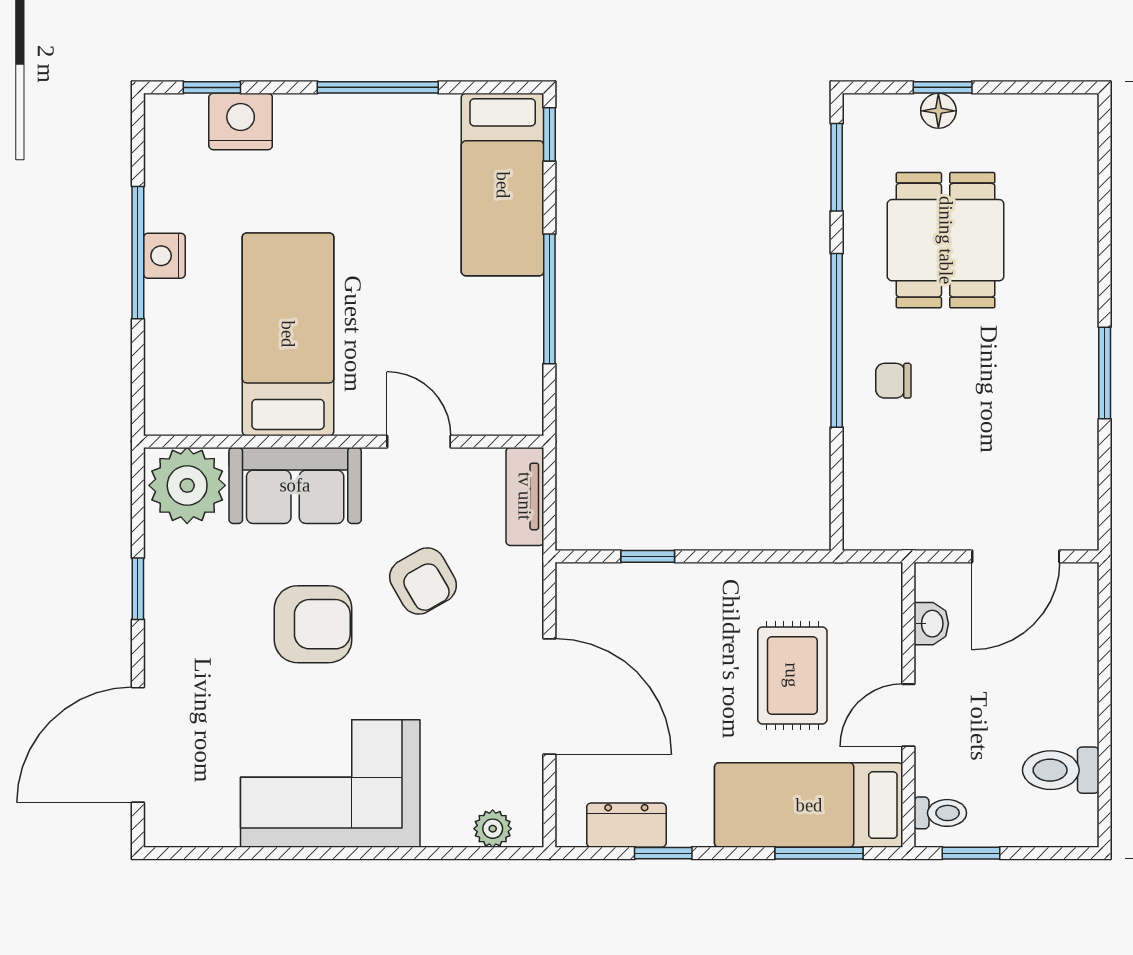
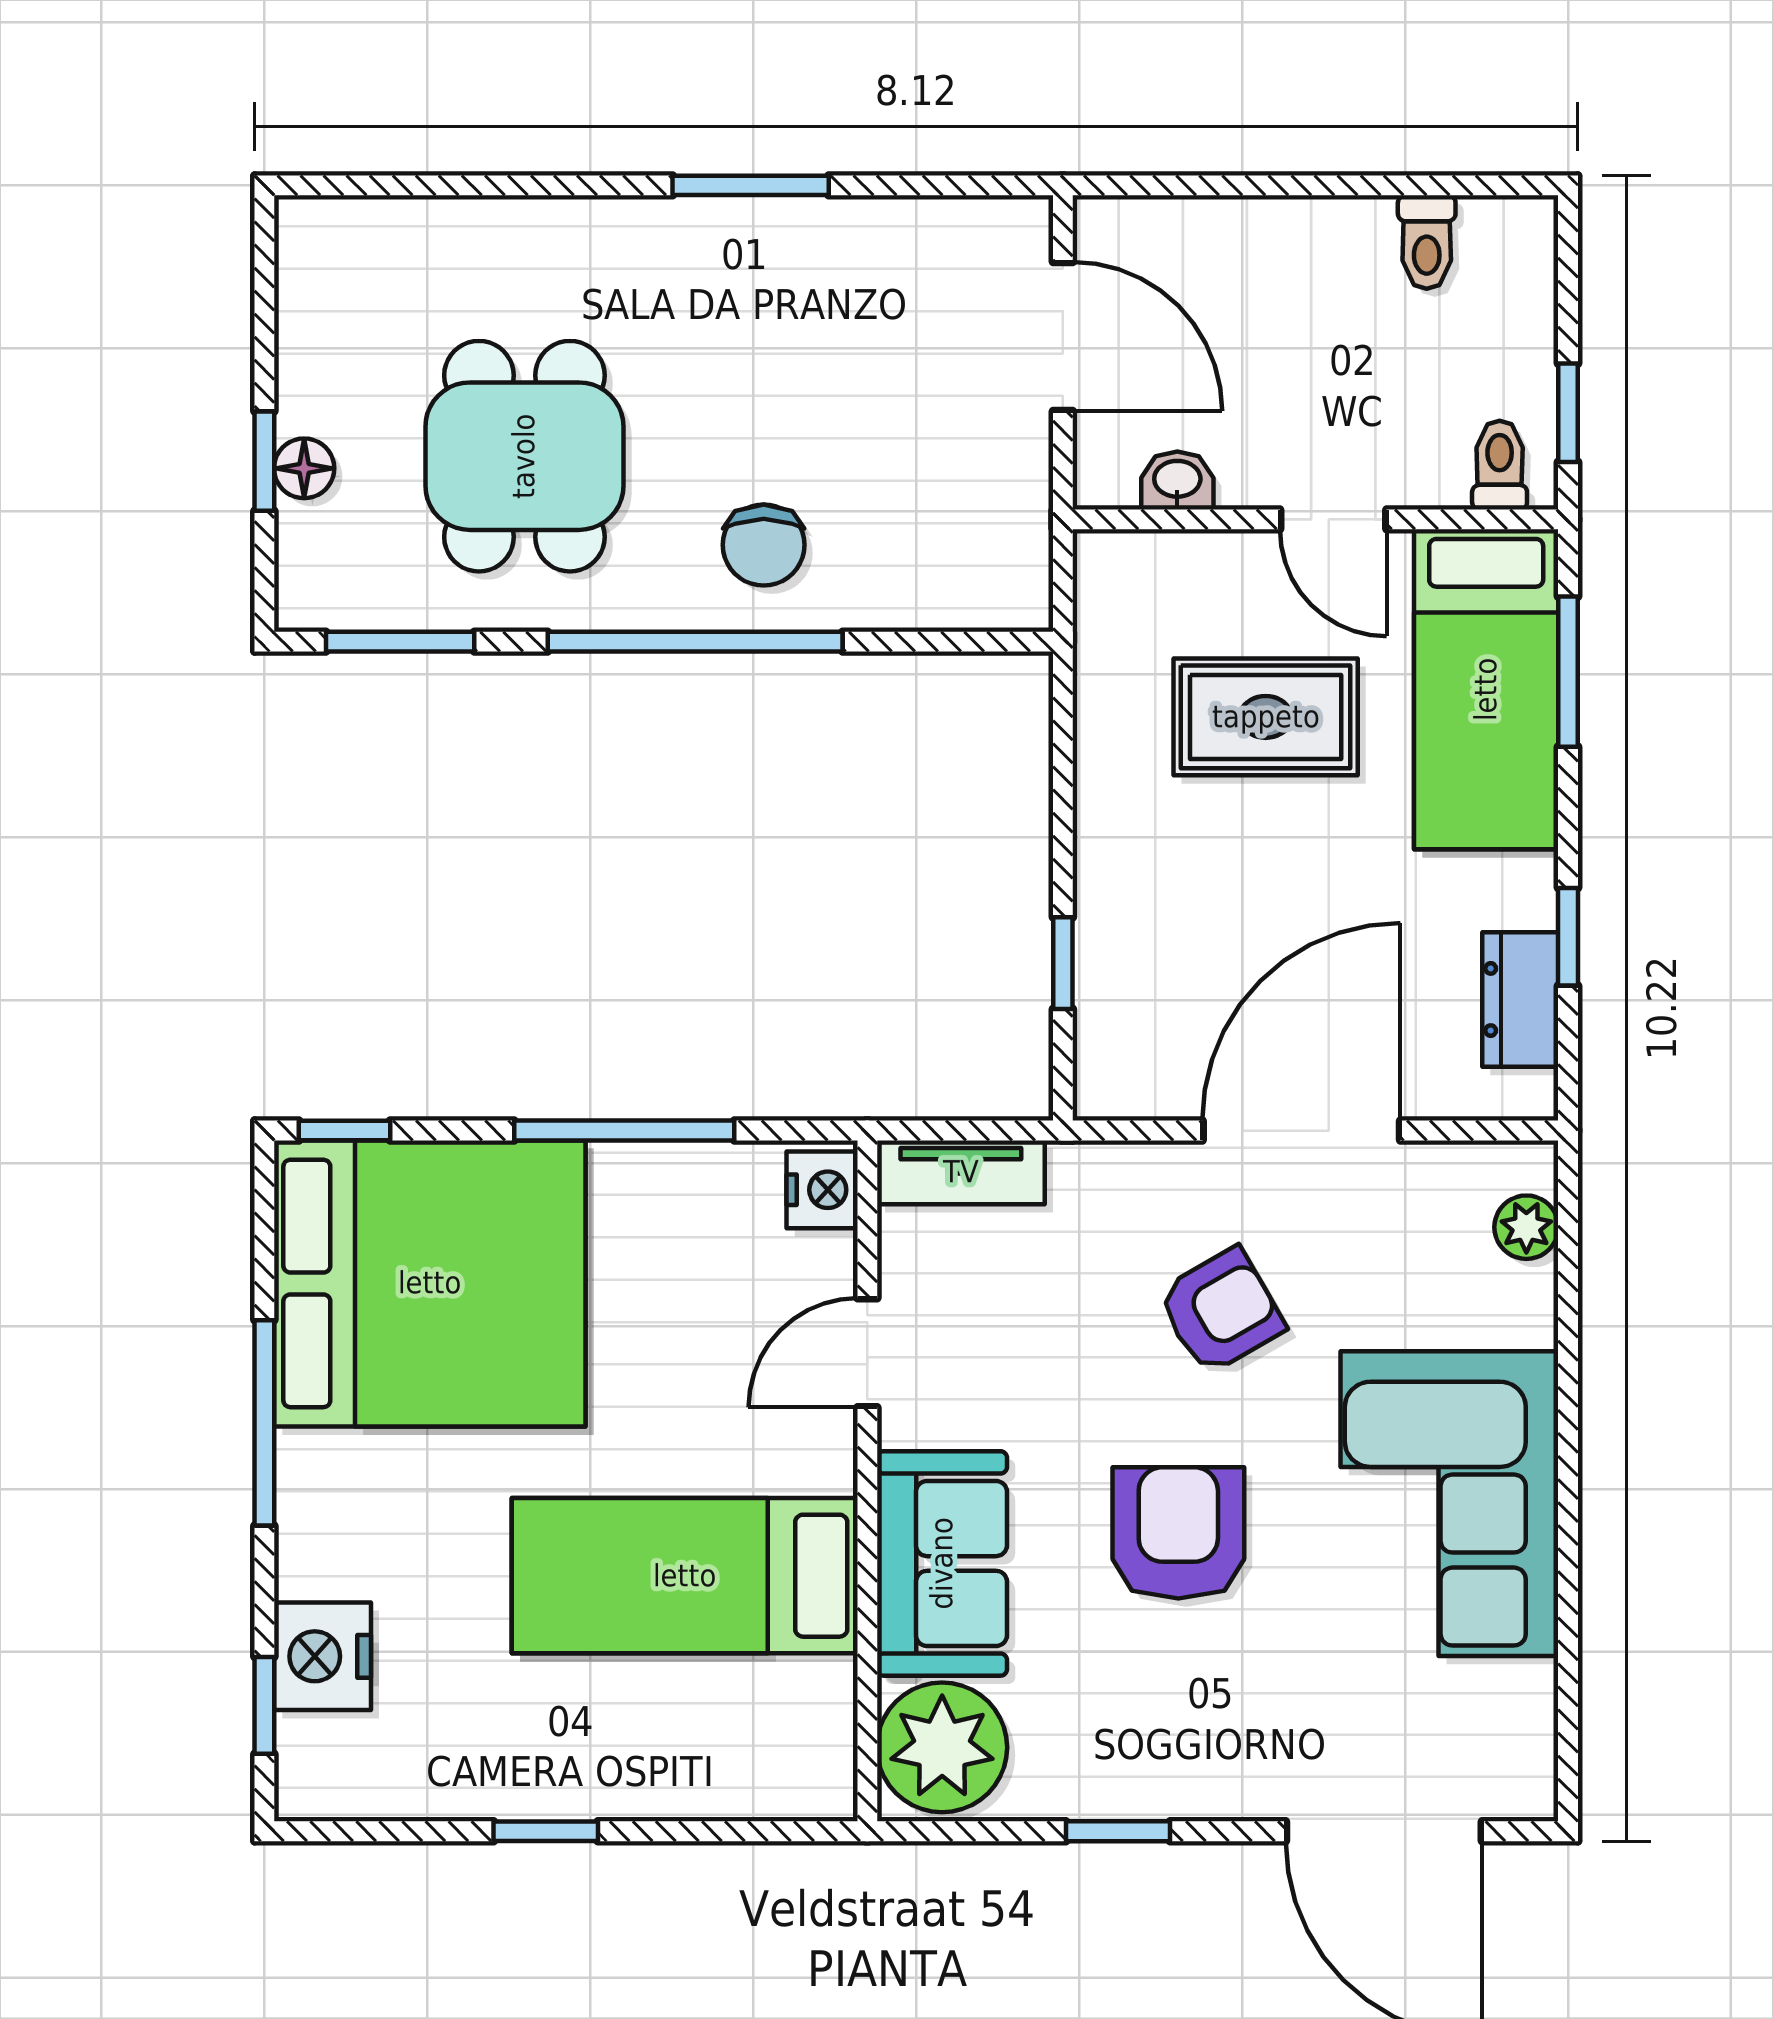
bed: (503, 185) -> (430, 1283), width x2.04
dining table: (946, 240) -> (524, 456), turned 90
window: (138, 253) -> (546, 1831), width x0.46
nightstand: (164, 256) -> (822, 1190), moved, turned -90
chair: (893, 381) -> (764, 545), width x1.37, depth x1.37
armchair: (423, 581) -> (1221, 1311), moved
toilet: (1061, 770) -> (1427, 242), width x0.73, depth x0.72

